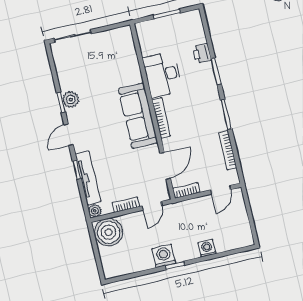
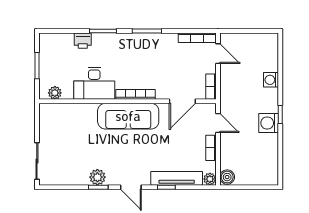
plant: (144, 38) -> (55, 93), added
bookcase: (228, 150) -> (197, 38), moved
door: (165, 166) -> (182, 101), swing flipped
boiler: (109, 232) -> (227, 177), width x0.54, depth x0.54

